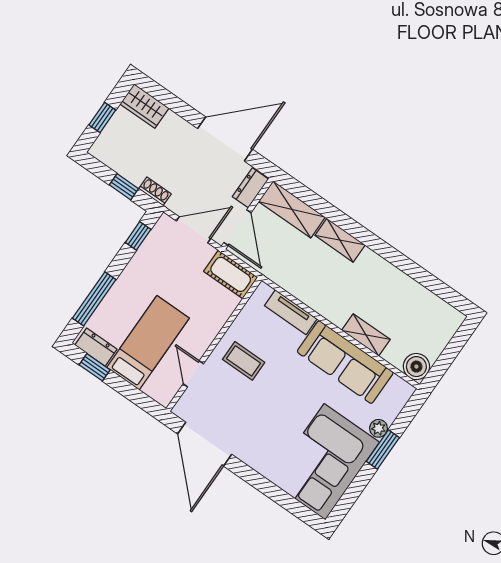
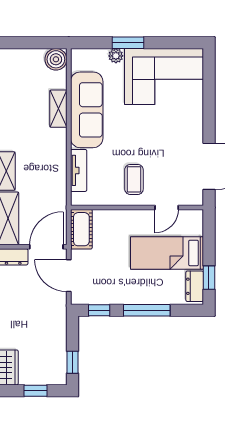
window: (124, 187) -> (72, 362), moved
shoe rack: (155, 191) -> (61, 320), removed
window: (94, 299) -> (147, 310), moved

